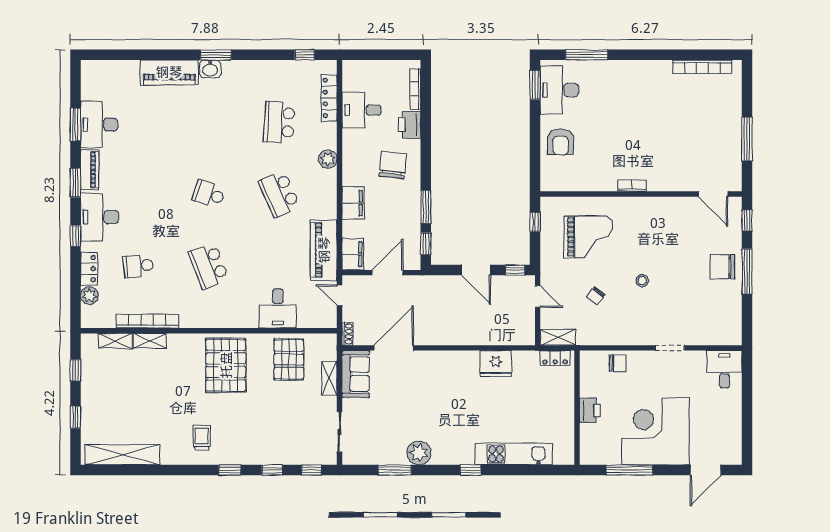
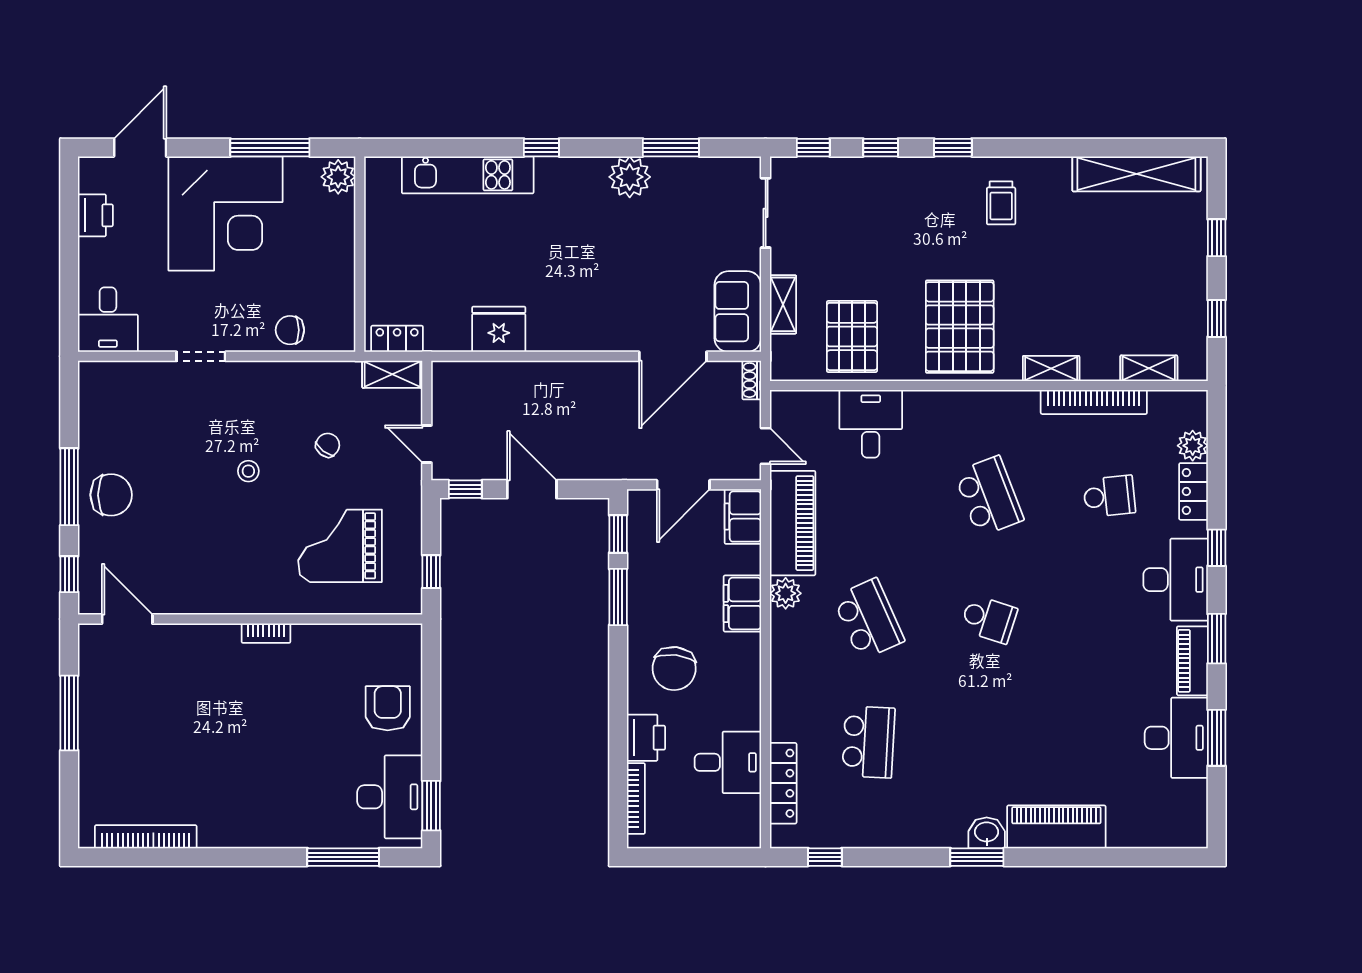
plant: (328, 159) -> (786, 593), moved
shelving: (150, 341) -> (1051, 368), moved
printer: (590, 410) -> (95, 215), moved, turned 180
plant: (590, 453) -> (338, 177), added

